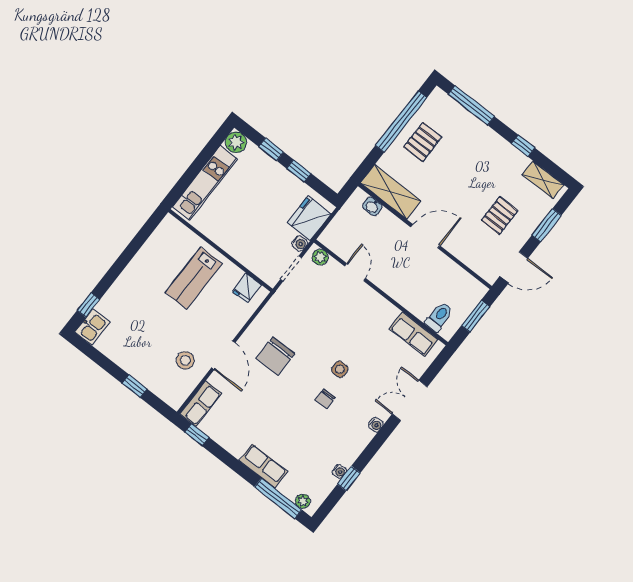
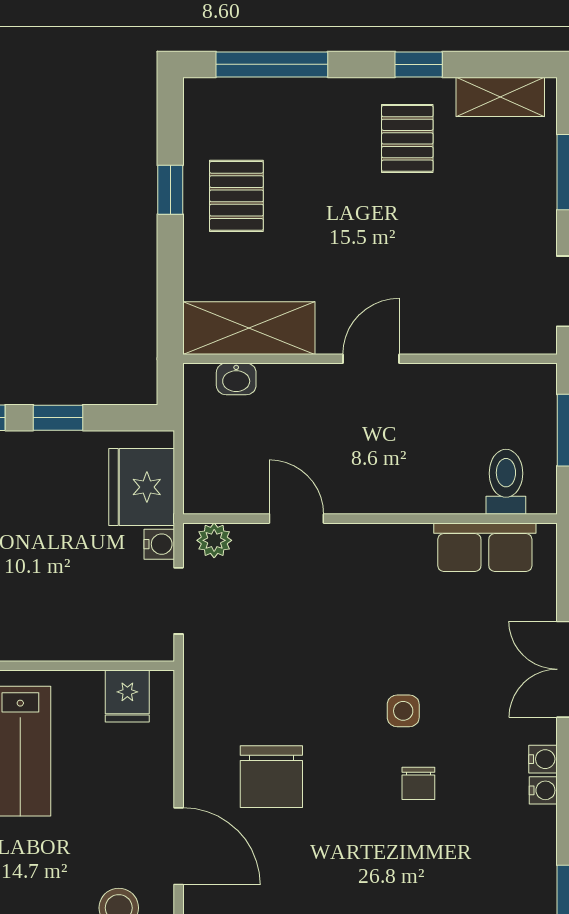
window: (401, 122) -> (170, 190), width x0.32
pallet: (500, 216) -> (407, 138), moved
door: (425, 236) -> (371, 359), width x0.73
water cooler: (339, 471) -> (543, 790), moved

